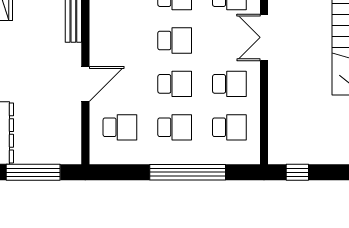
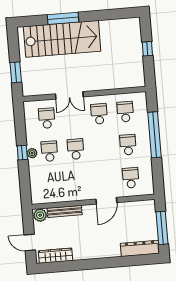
door: (85, 84) -> (106, 201), swing flipped
school desk: (175, 84) -> (102, 147), removed
window: (297, 172) -> (147, 49), moved

